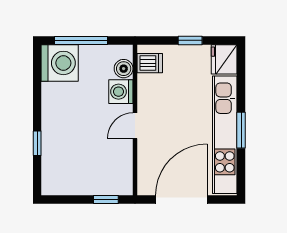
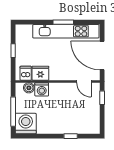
fridge: (224, 59) -> (40, 73), moved, turned 180
door: (135, 126) -> (84, 81), moved

